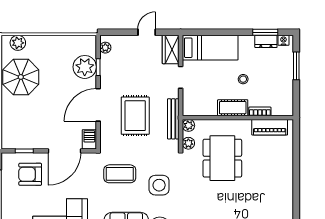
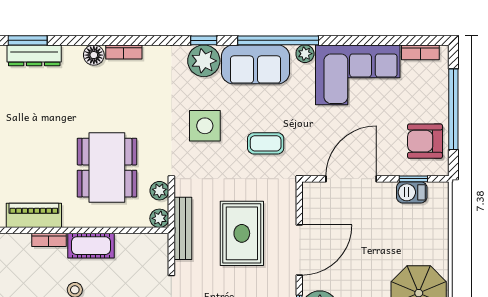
barbecue: (89, 139) -> (412, 192), moved, turned 90
armchair: (30, 174) -> (425, 141), moved, turned 180
coffee table: (120, 174) -> (266, 143), width x0.73, depth x0.77

